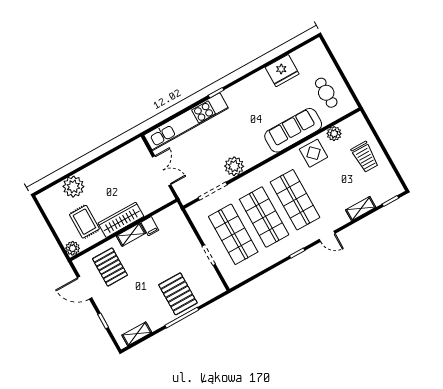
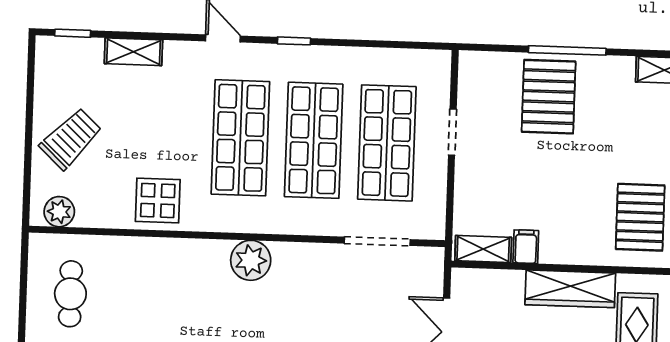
sofa: (293, 130) -> (169, 263), removed
plant: (334, 134) -> (59, 212), moved
trolley: (365, 157) -> (71, 139), turned 43
plant: (234, 166) -> (251, 260), moved
shelving: (131, 235) -> (483, 249), moved

